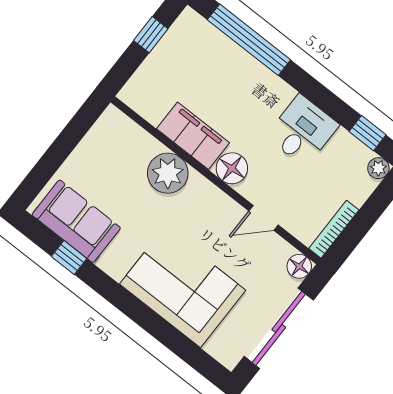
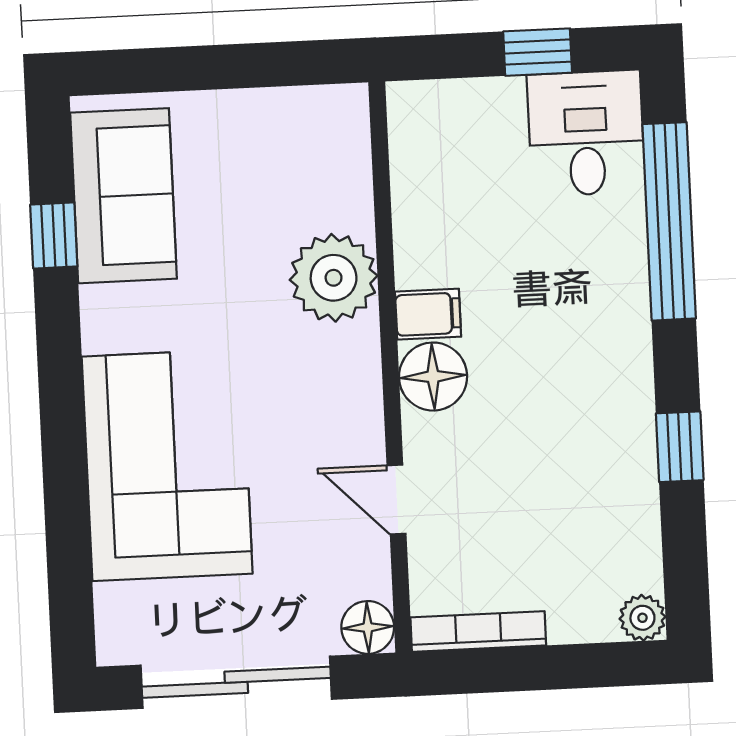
desk: (302, 131) -> (586, 133), moved, turned -90
window: (367, 133) -> (680, 447), moved
filing cabinet: (193, 136) -> (428, 314), width x0.33, depth x0.86

